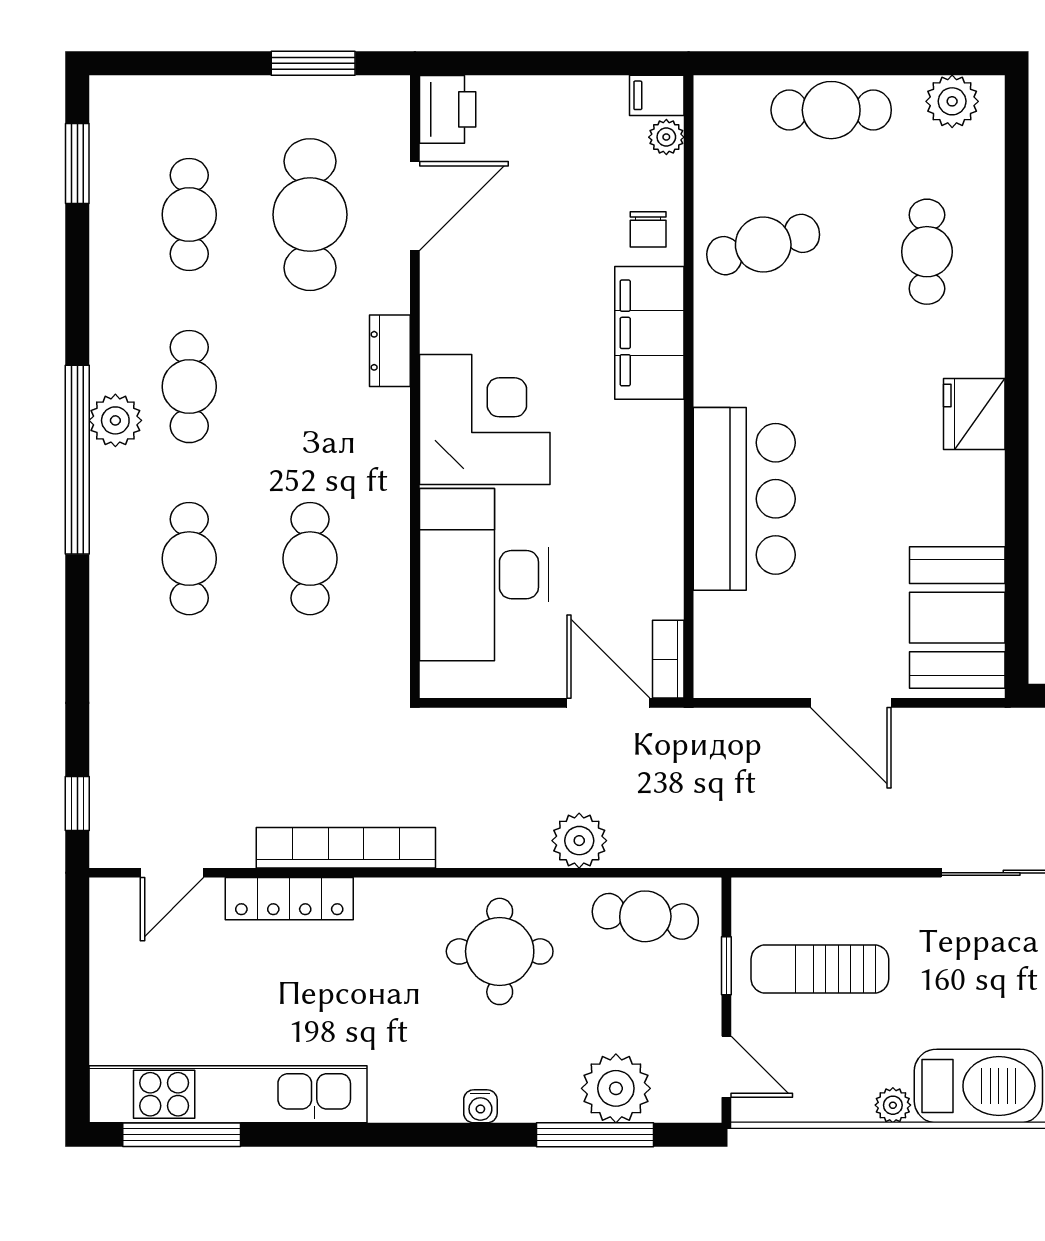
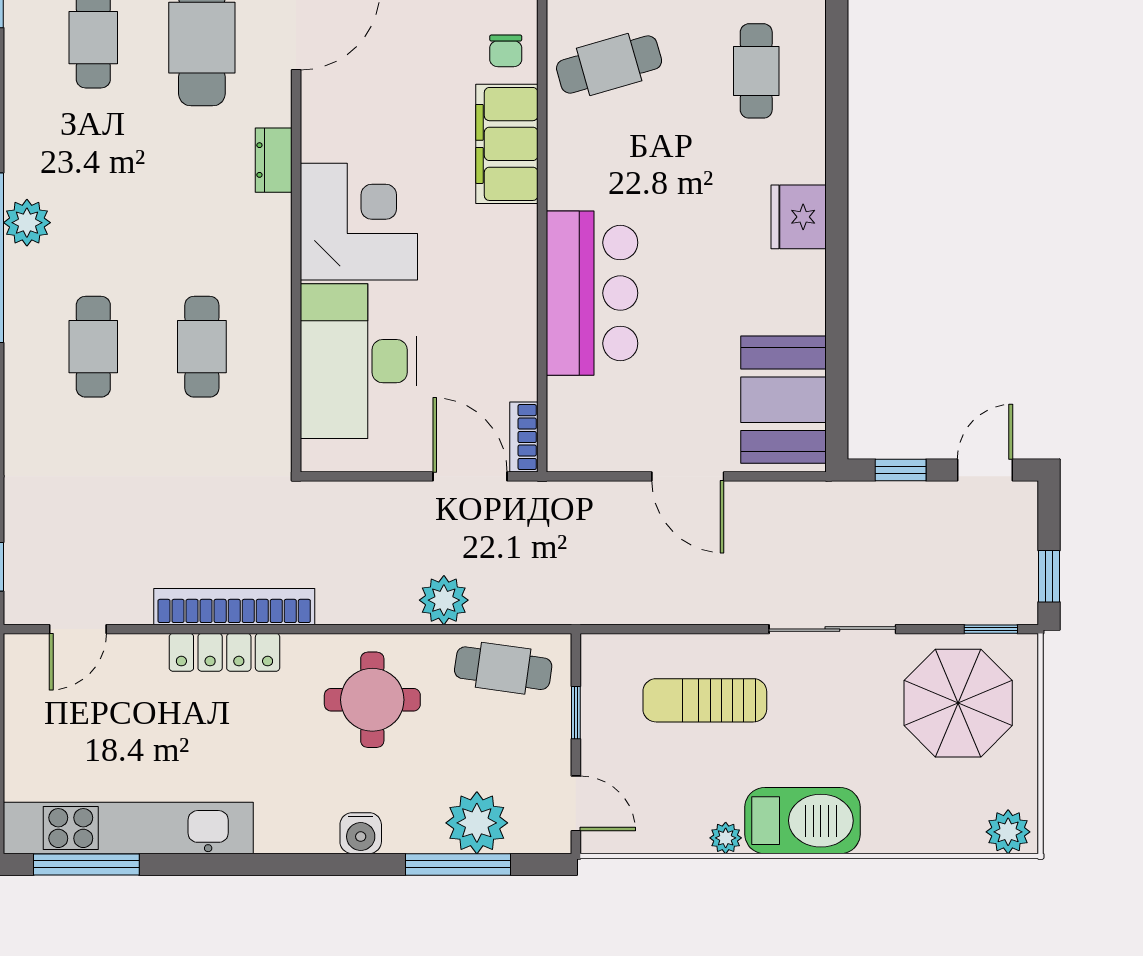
cafe table: (189, 387) -> (93, 192), removed
locker: (289, 899) -> (224, 652), moved
sun lounger: (820, 969) -> (705, 700), moved
water cooler: (480, 1106) -> (361, 833), width x1.38, depth x1.38

